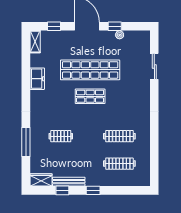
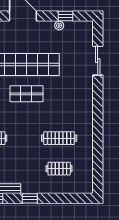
window: (115, 26) -> (65, 16), moved
clothes rail: (119, 164) -> (59, 169), width x0.73

